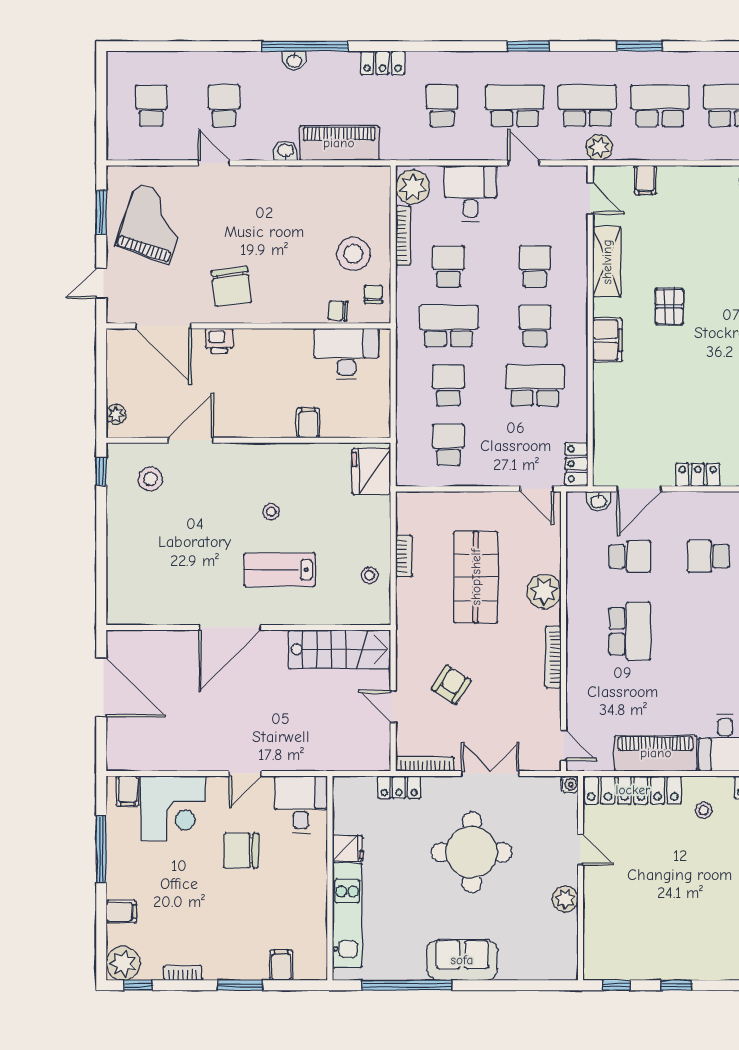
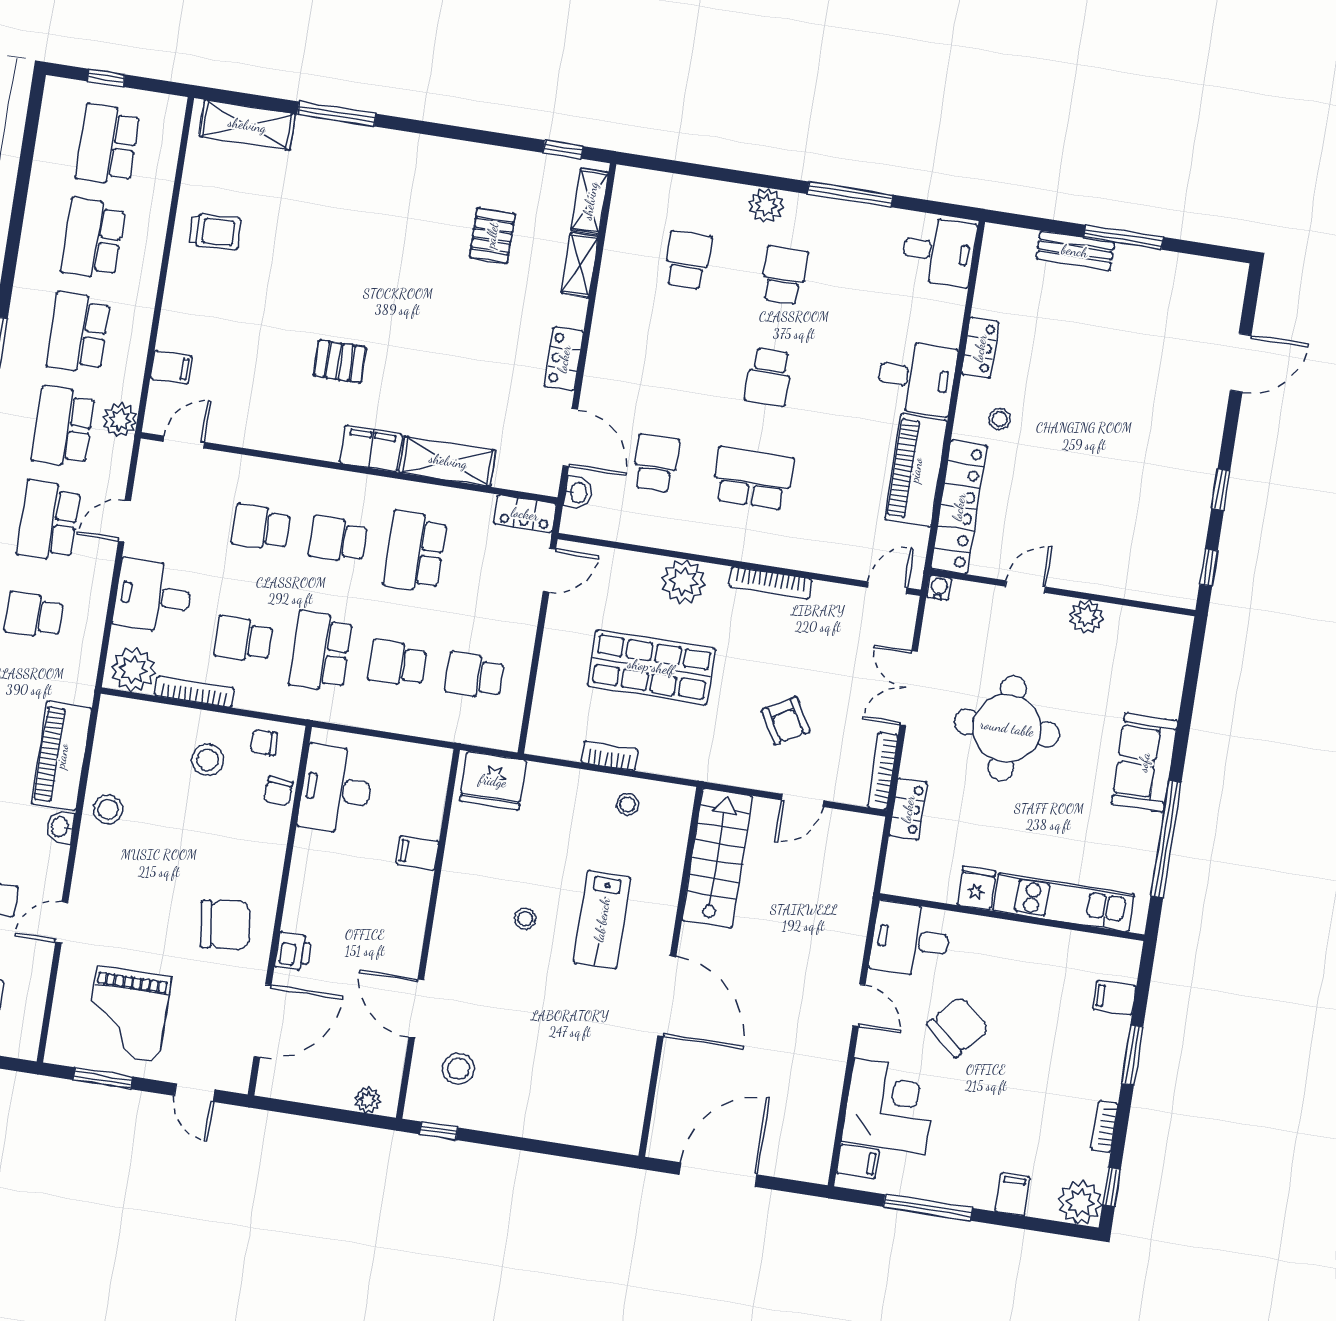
stool: (304, 185) -> (108, 809), added
grand piano: (153, 223) -> (128, 1014), turned -109
stool: (353, 254) -> (208, 760), width x0.73, depth x0.73
shelving: (607, 262) -> (448, 461), moved
school desk: (708, 556) -> (769, 377), moved
armchair: (451, 685) -> (786, 721), turned -152
chair: (241, 851) -> (958, 1027), turned -139

